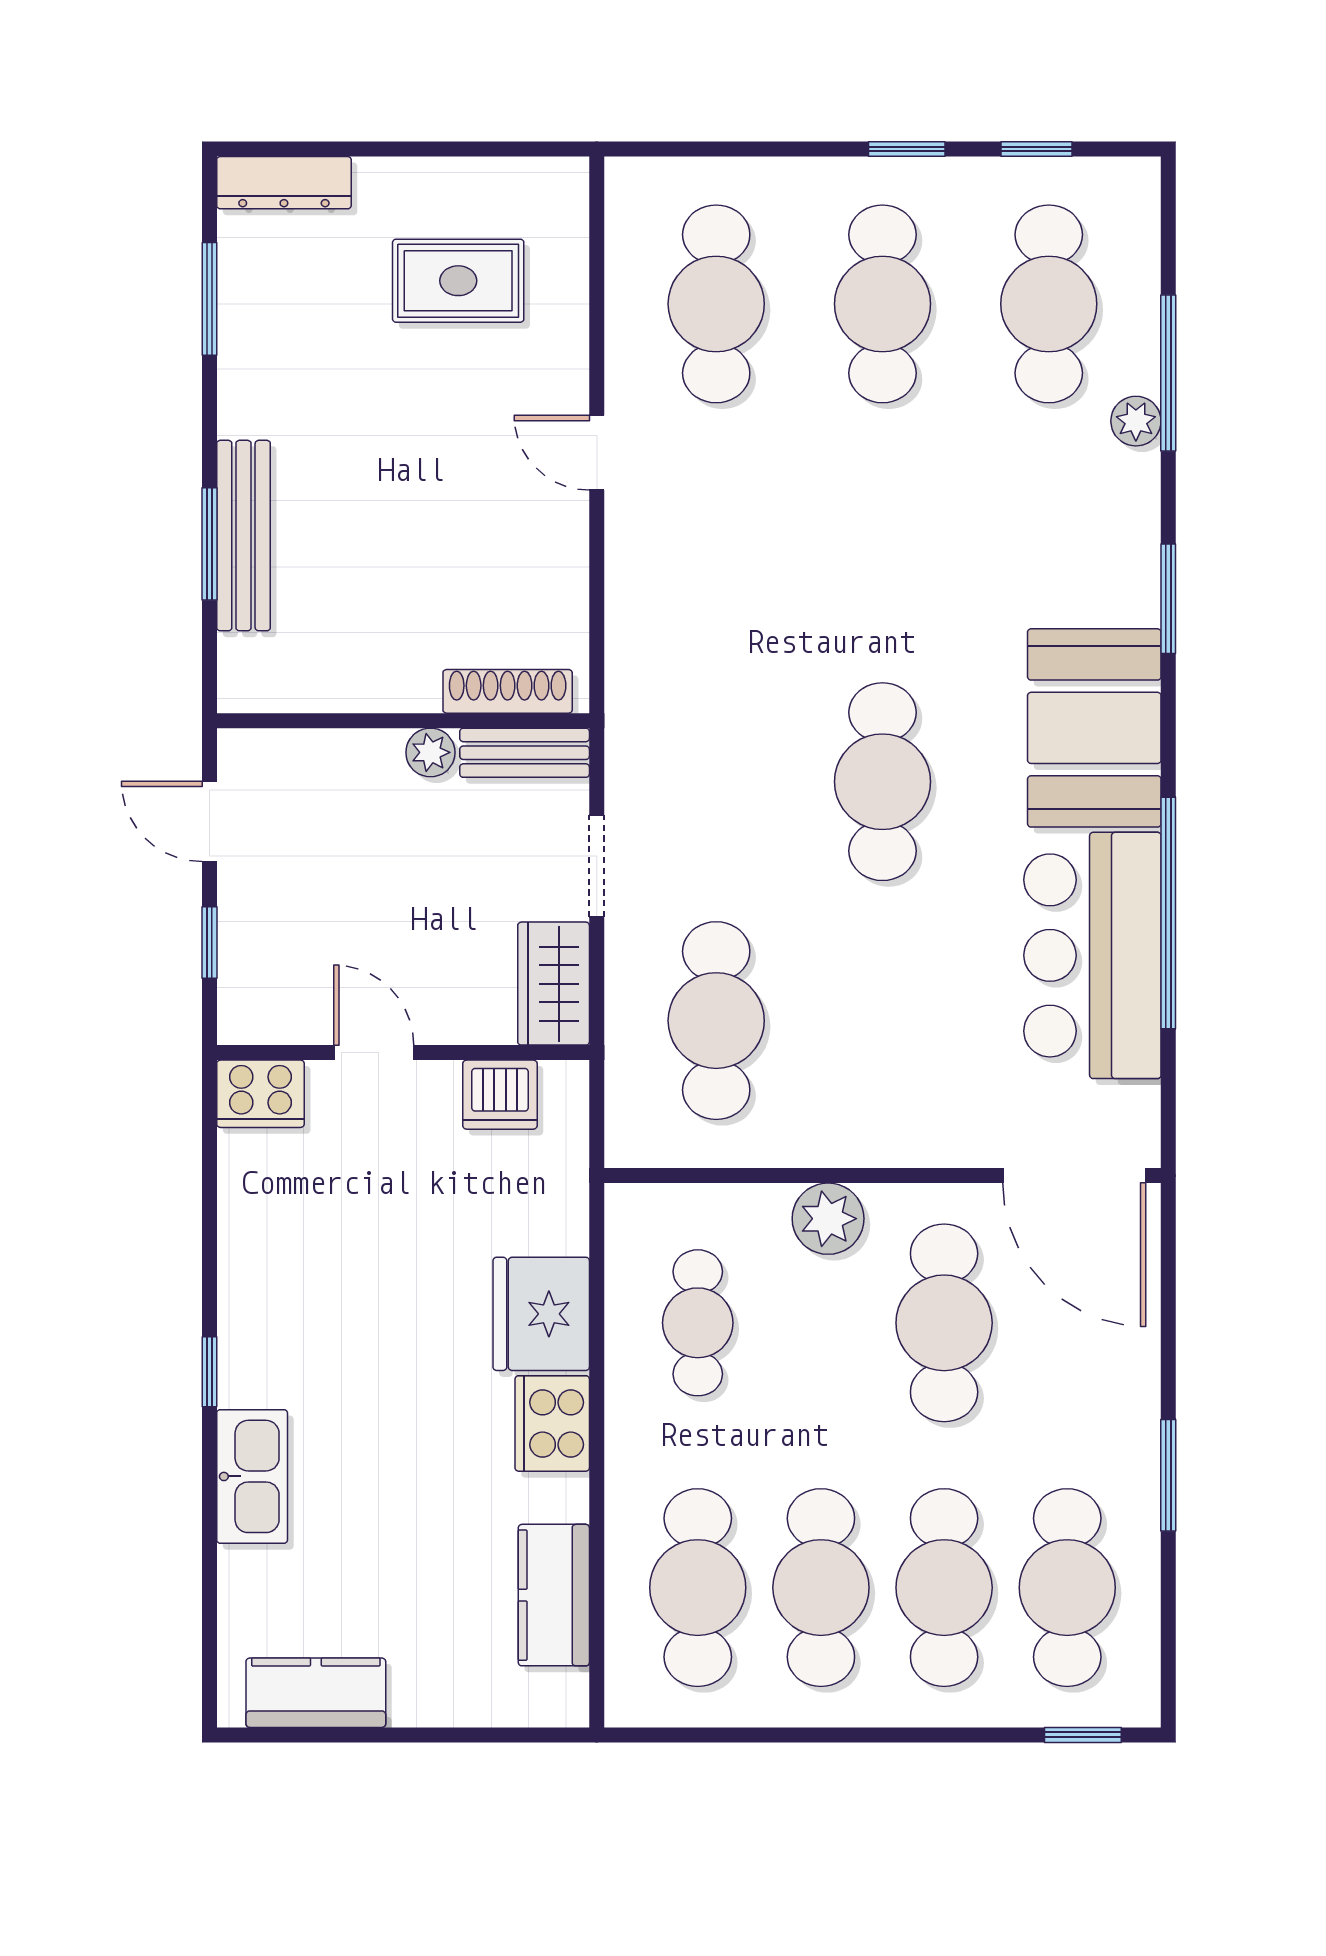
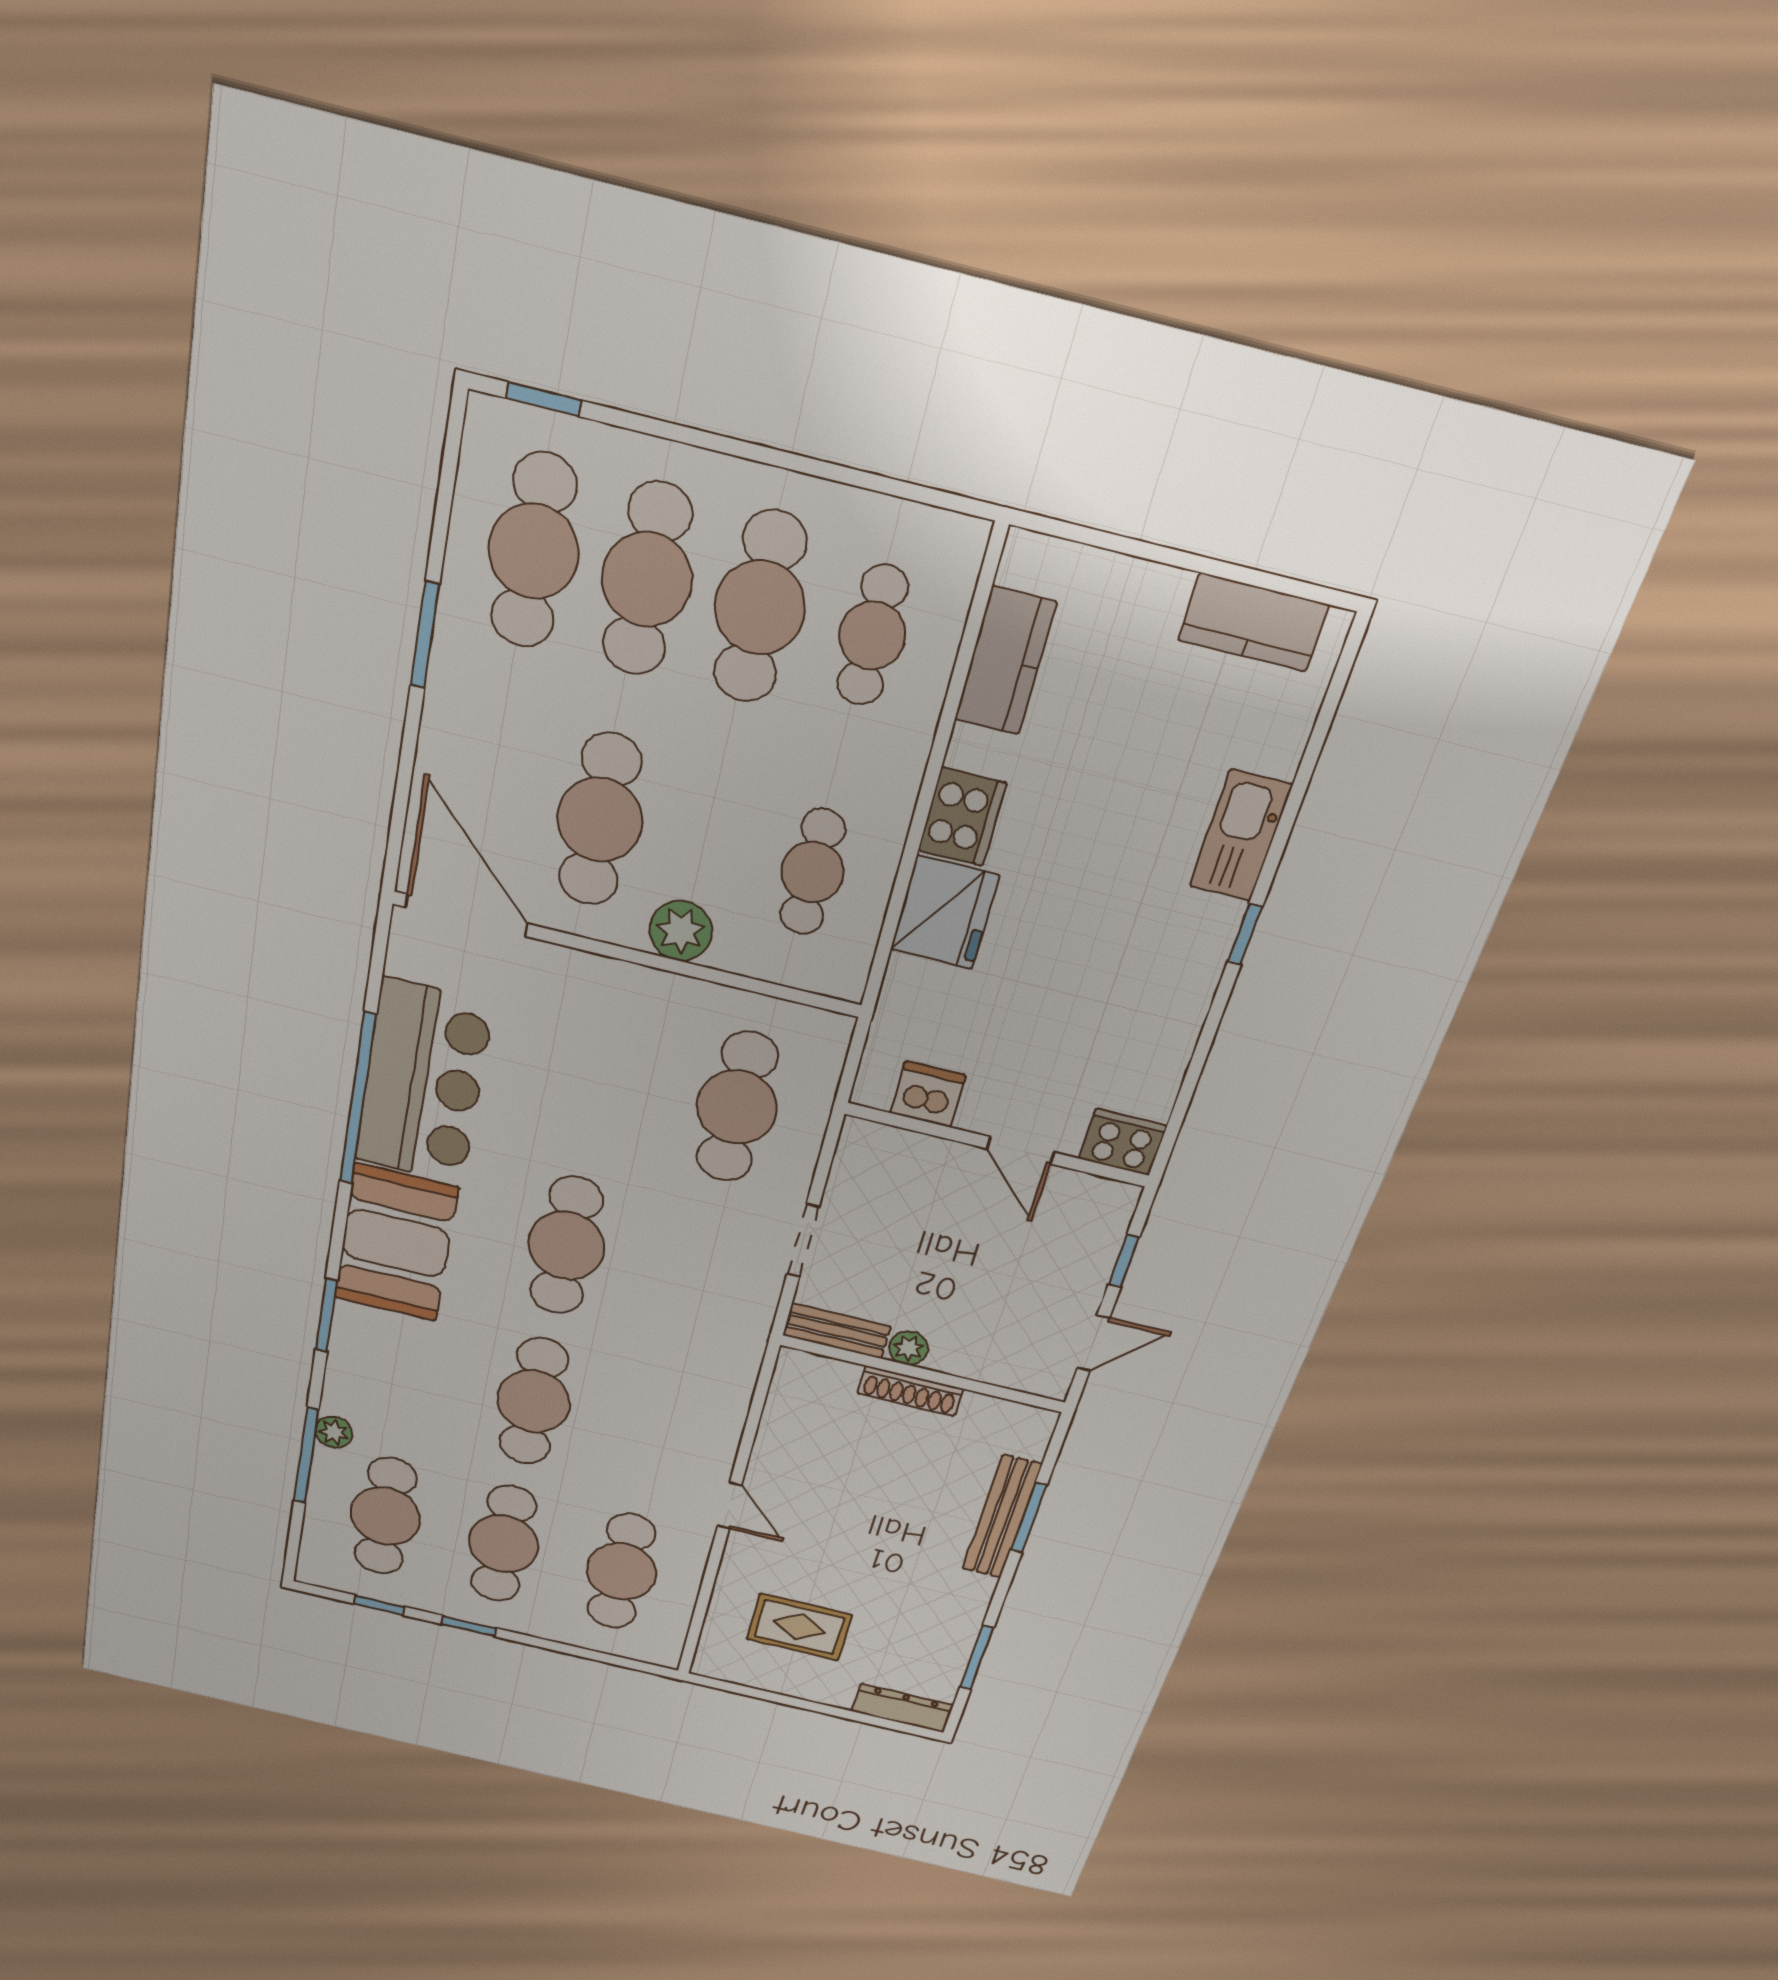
cafe table: (882, 543) -> (534, 1401), added
shoe rack: (508, 691) -> (910, 1391), moved
door: (209, 821) -> (1093, 1343), hinge flipped
wardrobe: (554, 984) -> (860, 1166), removed
cafe table: (698, 1588) -> (872, 635), width x0.73, depth x0.74

